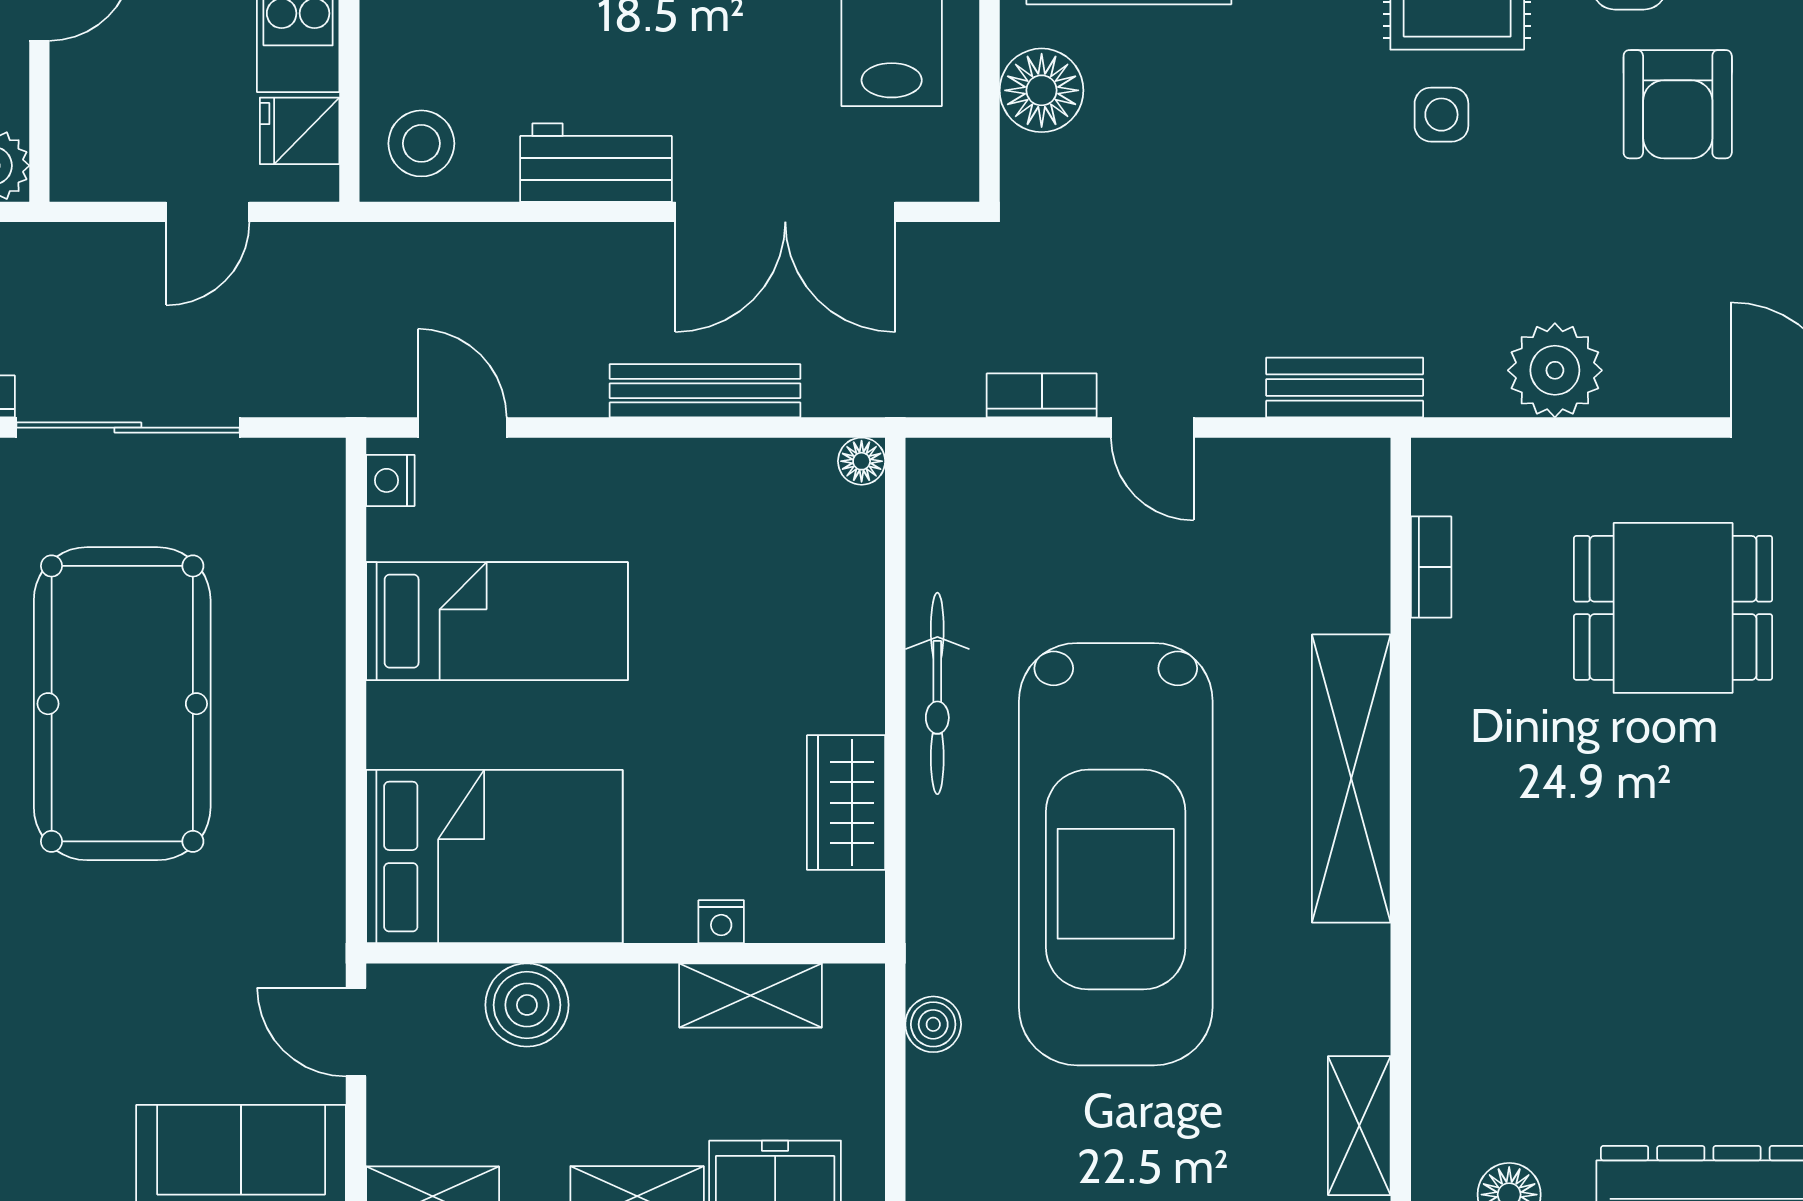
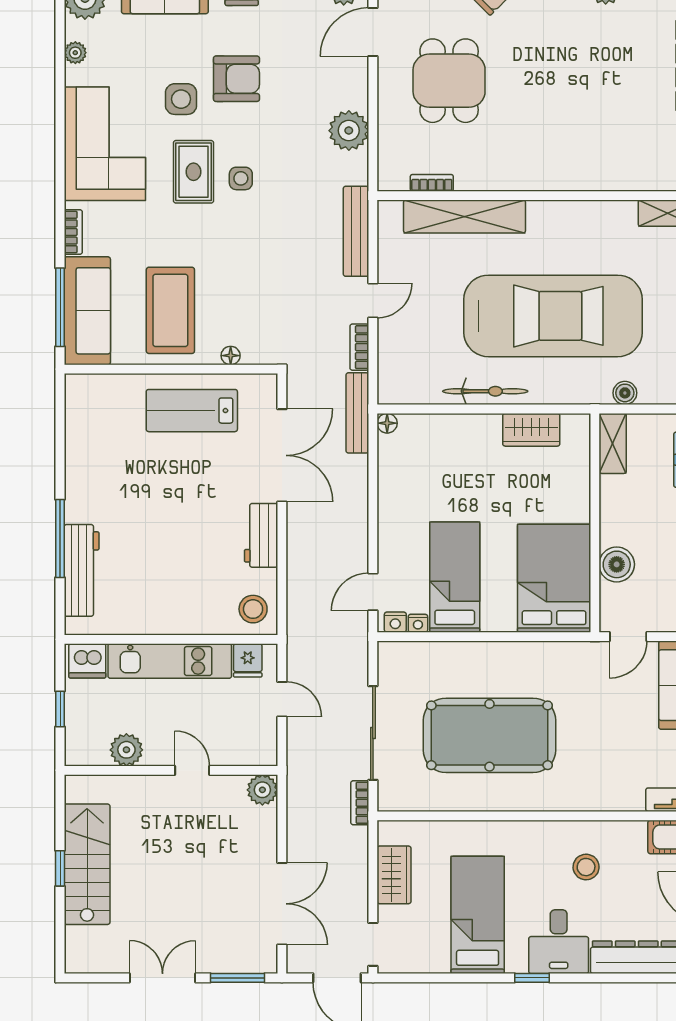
floor lamp: (1042, 90) -> (231, 356), width x0.53, depth x0.53
bench: (1345, 387) -> (356, 231), width x1.36
bench: (705, 391) -> (357, 413), moved
shelving: (1351, 779) -> (465, 216), moved
nightstand: (721, 922) -> (418, 623), moved, turned 90
shelving: (751, 995) -> (613, 443), moved

